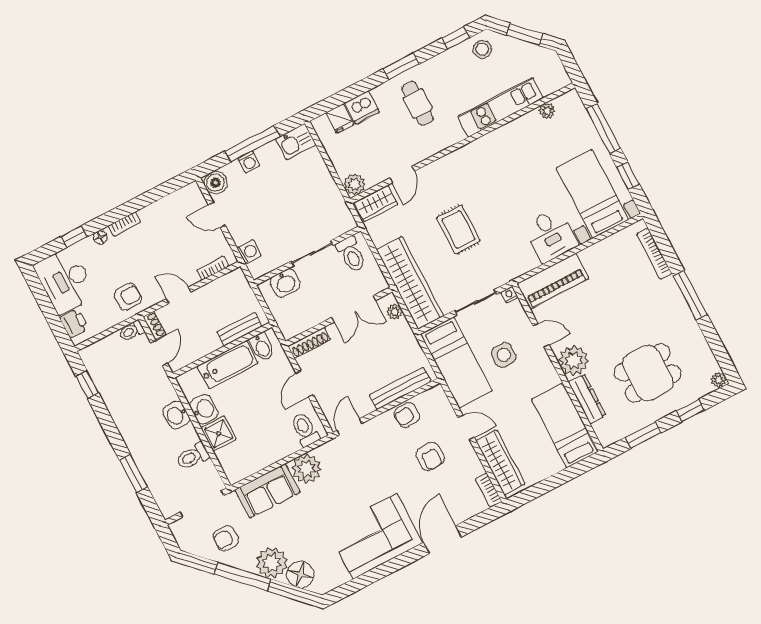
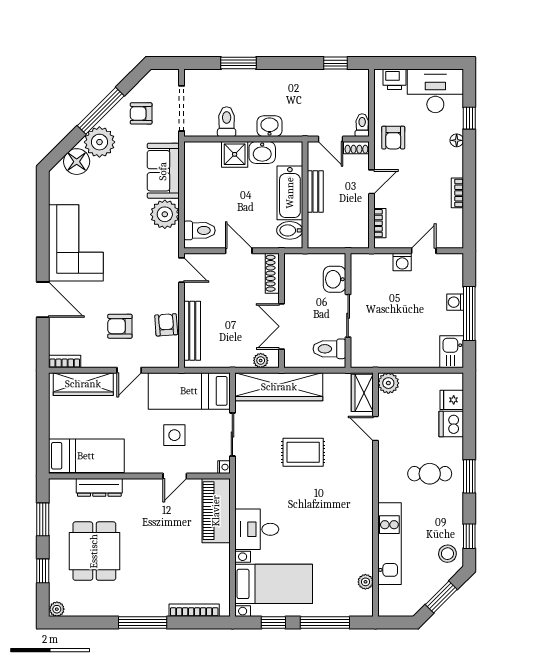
boiler: (216, 183) -> (452, 264), removed
bookcase: (124, 224) -> (457, 193), moved
washing machine: (249, 252) -> (402, 262), moved
bench: (239, 329) -> (315, 191), moved
plant: (574, 361) -> (138, 493), removed
armchair: (226, 538) -> (141, 113), turned -90

